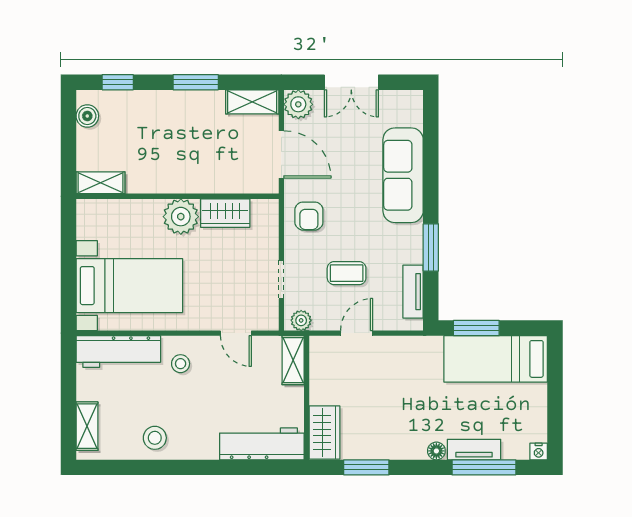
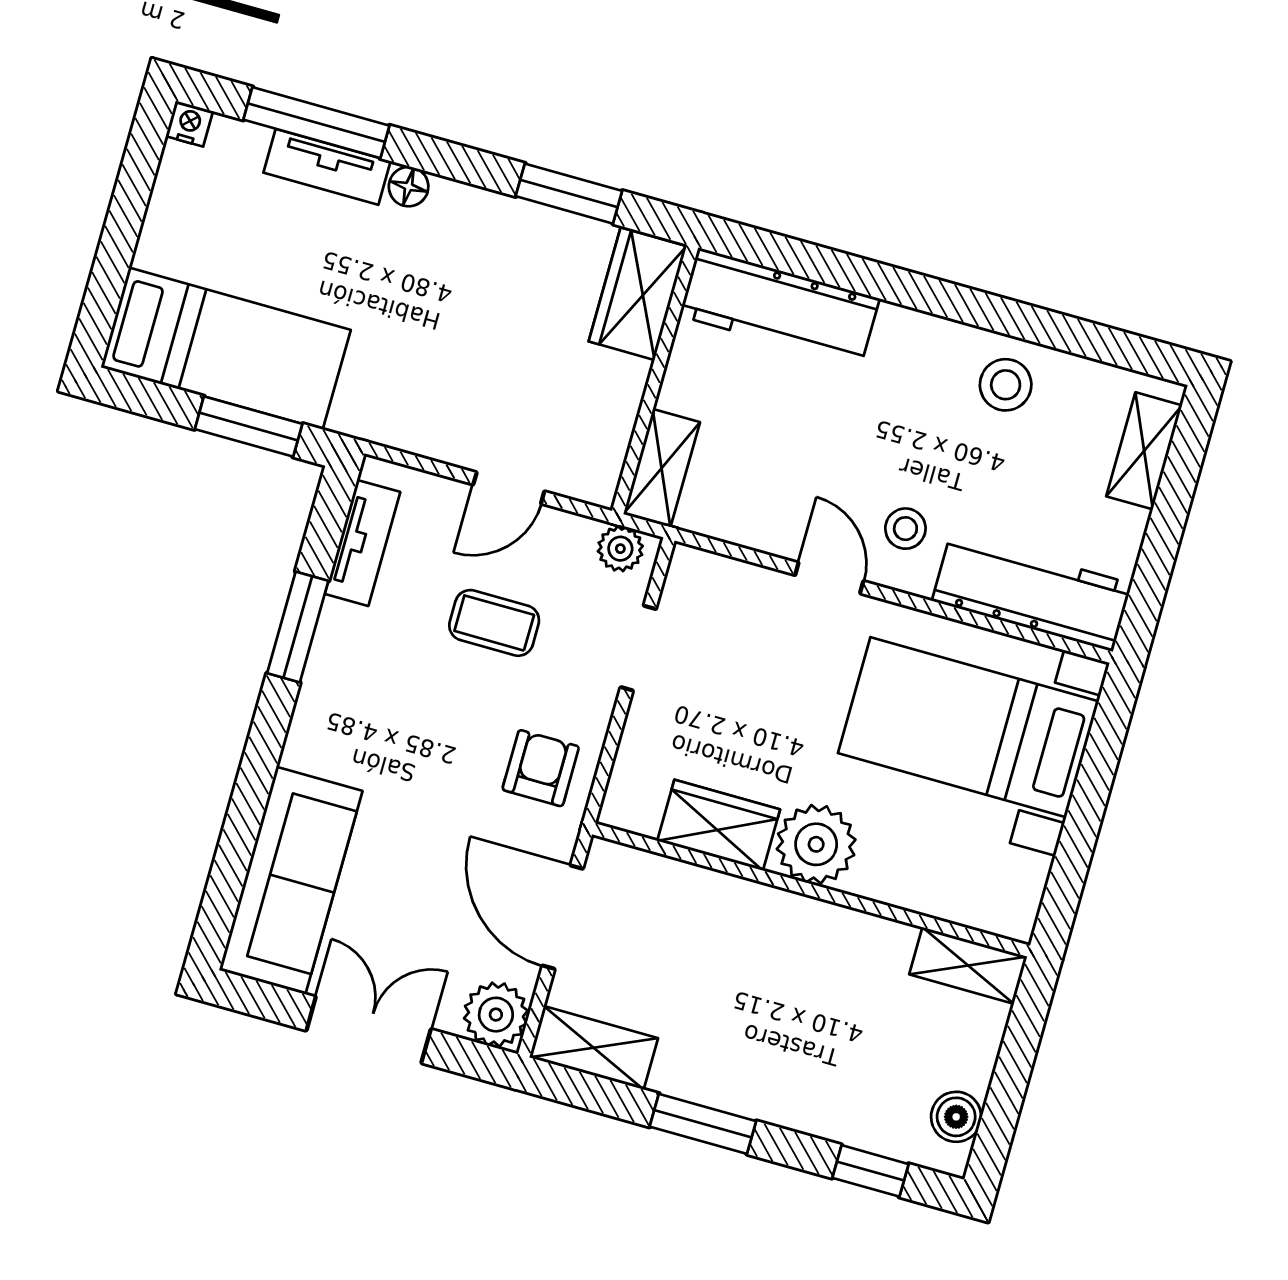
sofa: (403, 175) -> (291, 881), moved
door: (236, 333) -> (829, 578), moved

